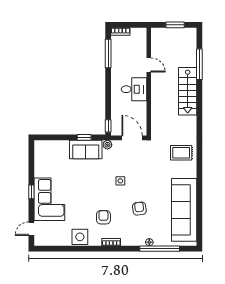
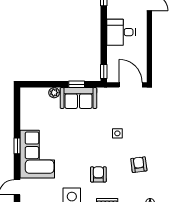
desk: (134, 89) -> (121, 32), moved, turned 180
plant: (107, 145) -> (54, 93), moved

